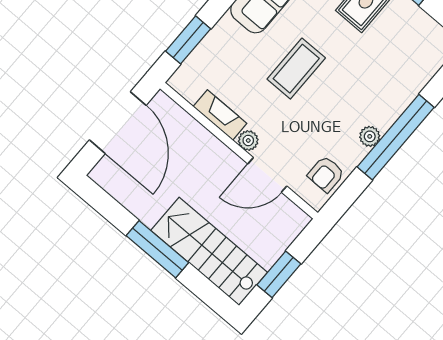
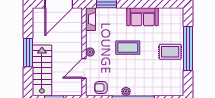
fireplace: (220, 115) -> (91, 19), moved
door: (267, 175) -> (84, 68), hinge flipped

